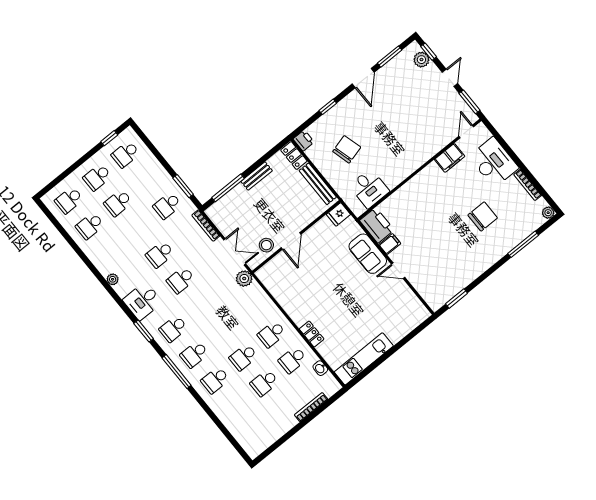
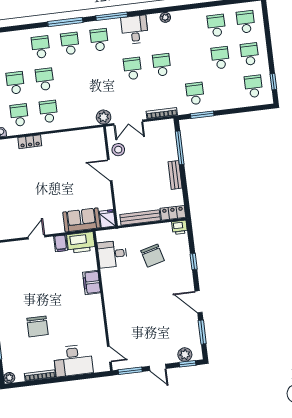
filing cabinet: (450, 158) -> (92, 282), moved
sofa: (368, 254) -> (82, 220), moved
window: (144, 331) -> (112, 16), width x1.44

